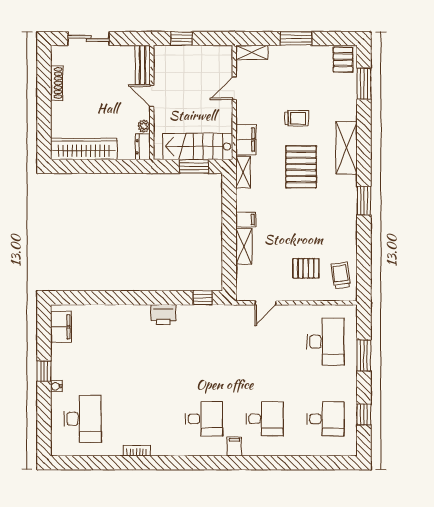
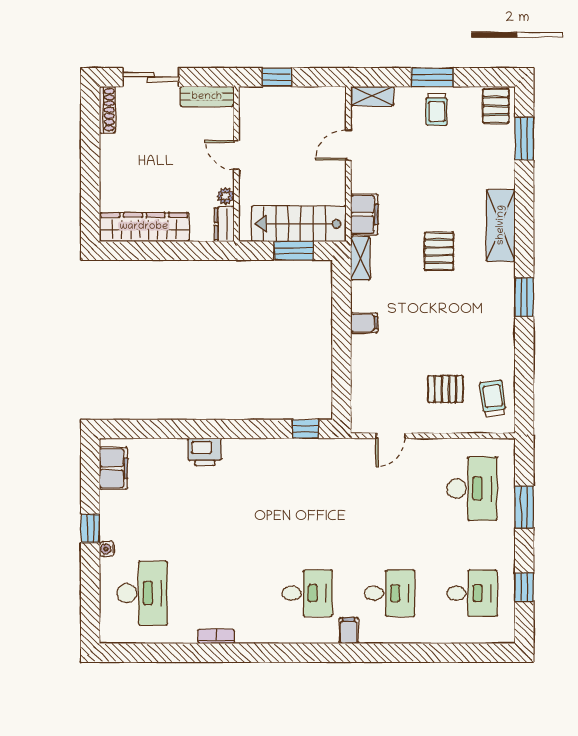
bench: (143, 65) -> (207, 97), moved, turned 90
shoe rack: (57, 83) -> (107, 110), moved
trolley: (297, 118) -> (437, 109), moved, turned 90
pallet: (301, 167) -> (439, 251), width x0.67, depth x0.71
shelving: (244, 246) -> (362, 359), removed
printer: (163, 315) -> (205, 452), moved

